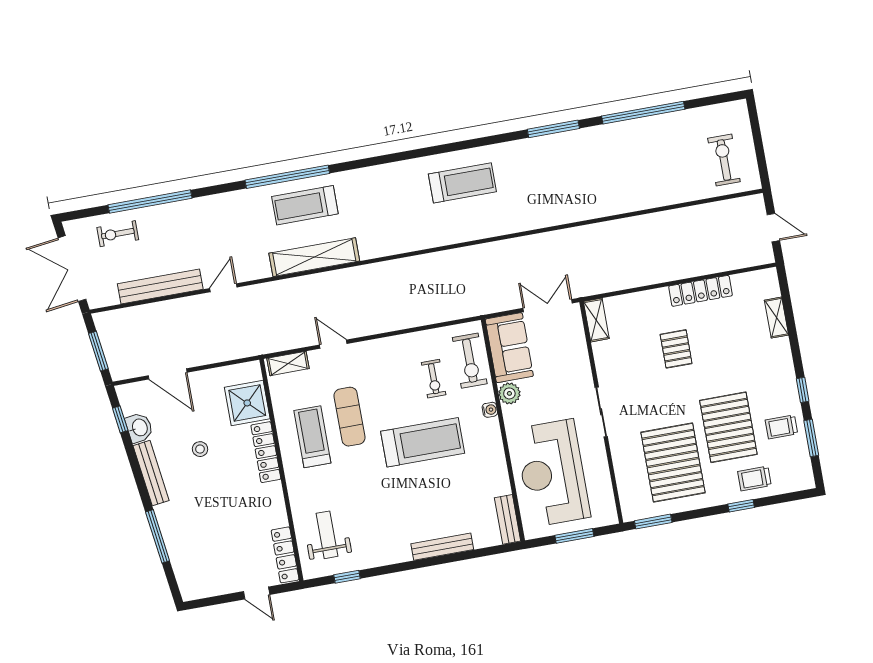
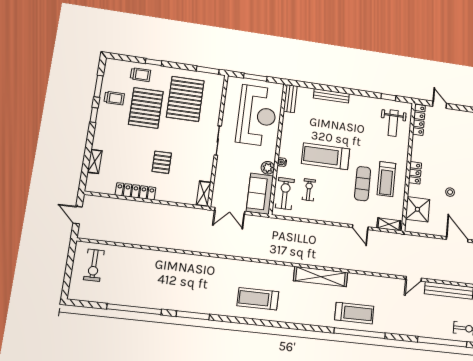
shelving: (314, 257) -> (321, 277), moved
locker: (266, 452) -> (415, 173), width x0.66

